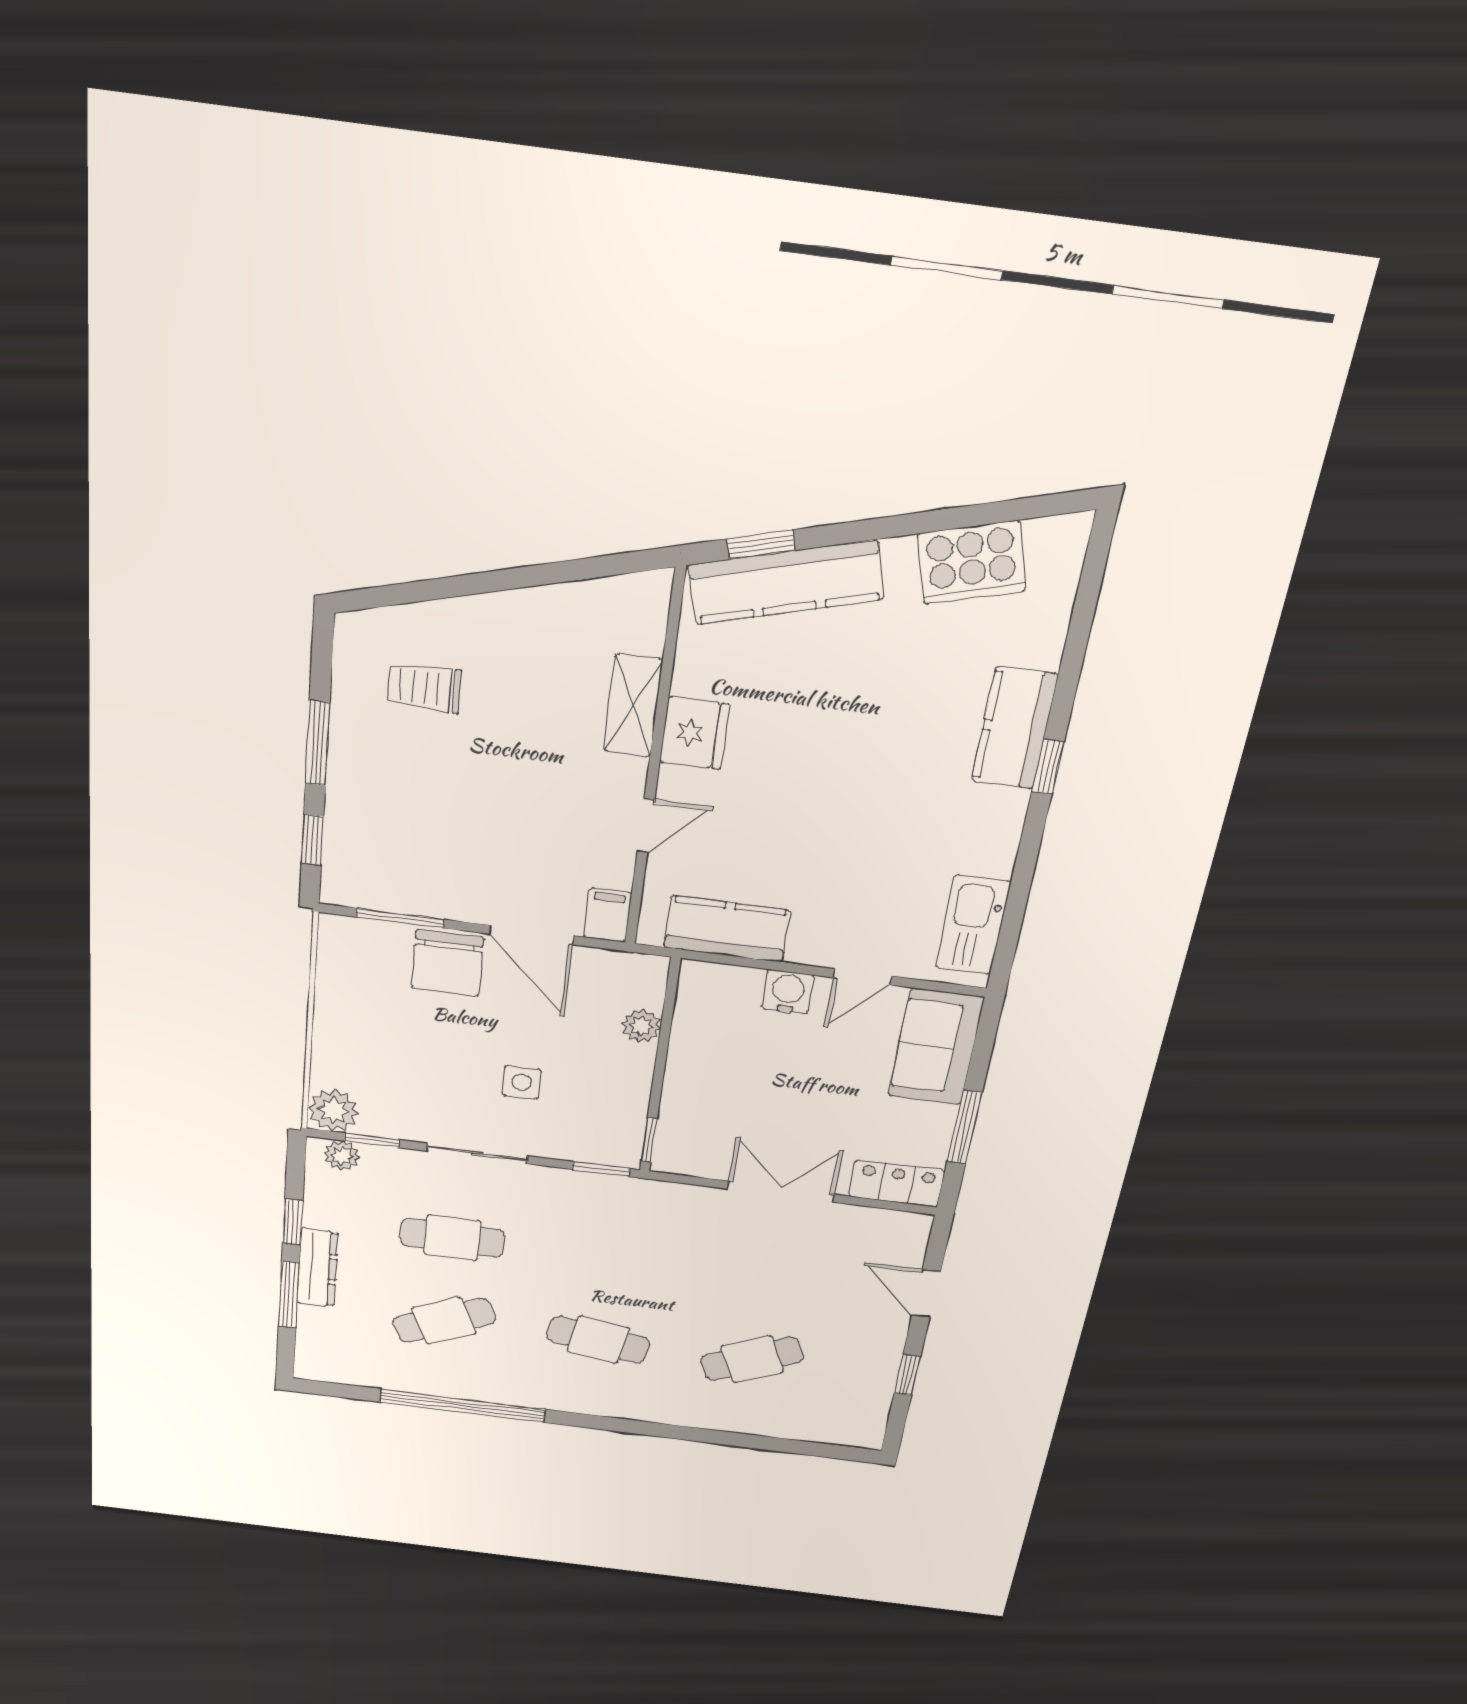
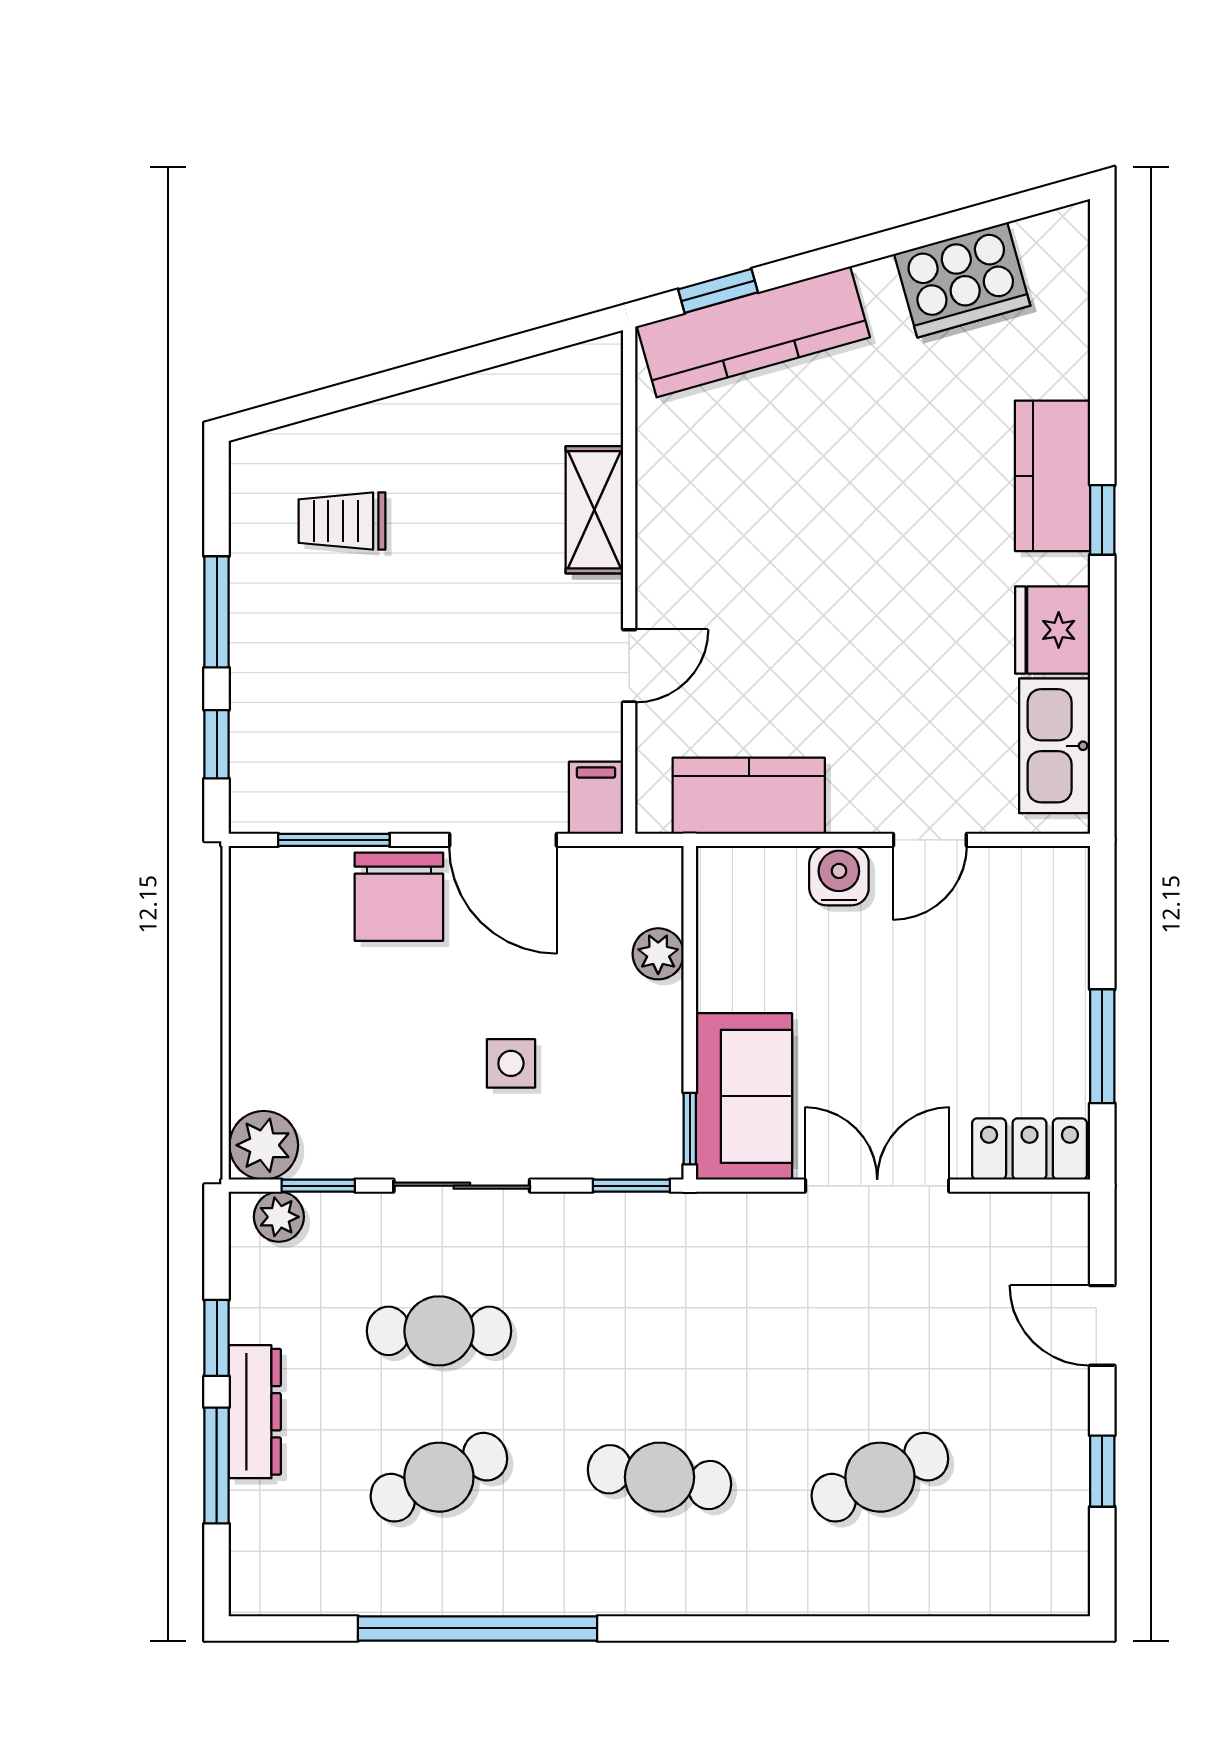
fridge: (695, 733) -> (1053, 630), moved, turned 180
sofa: (936, 1047) -> (744, 1096), moved, turned 180

